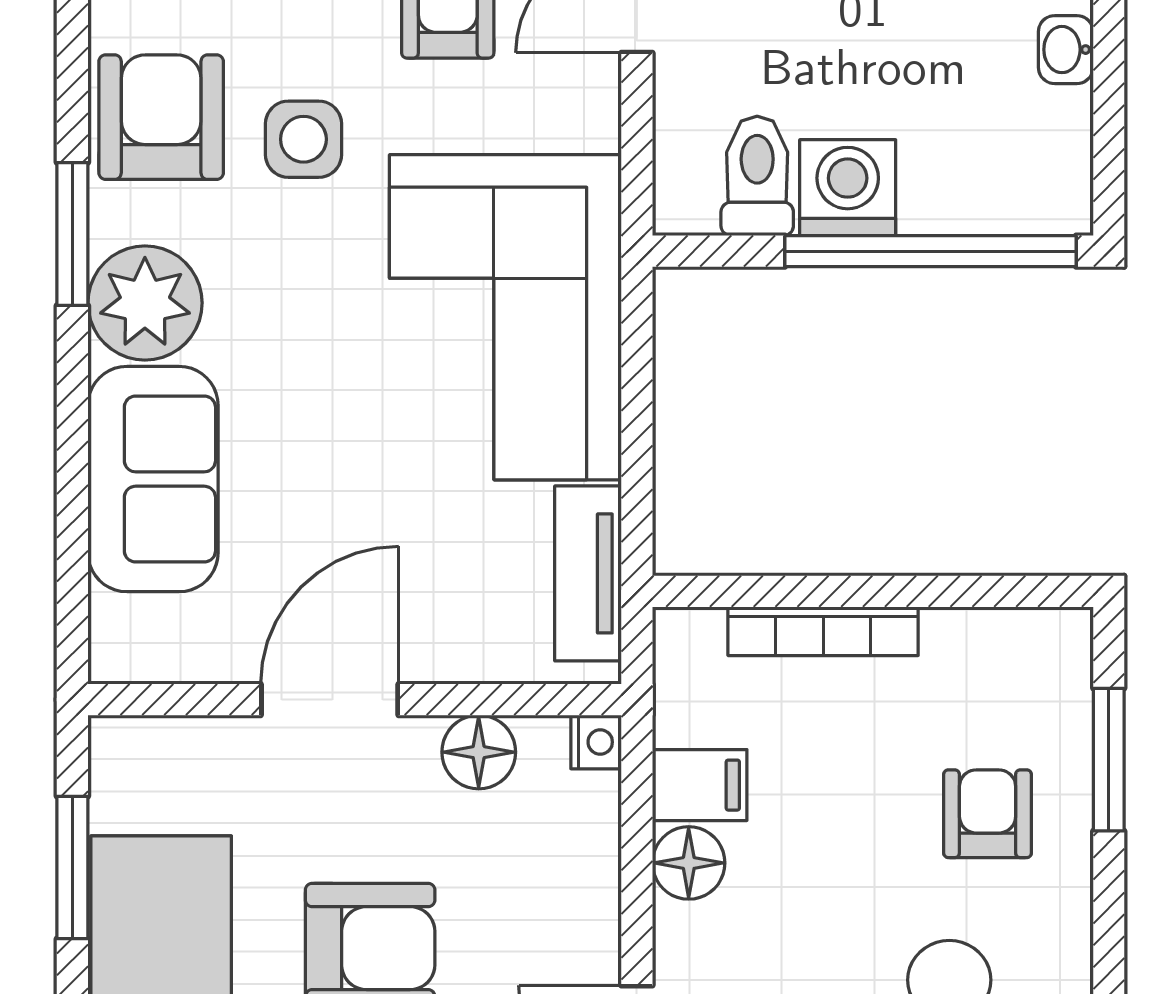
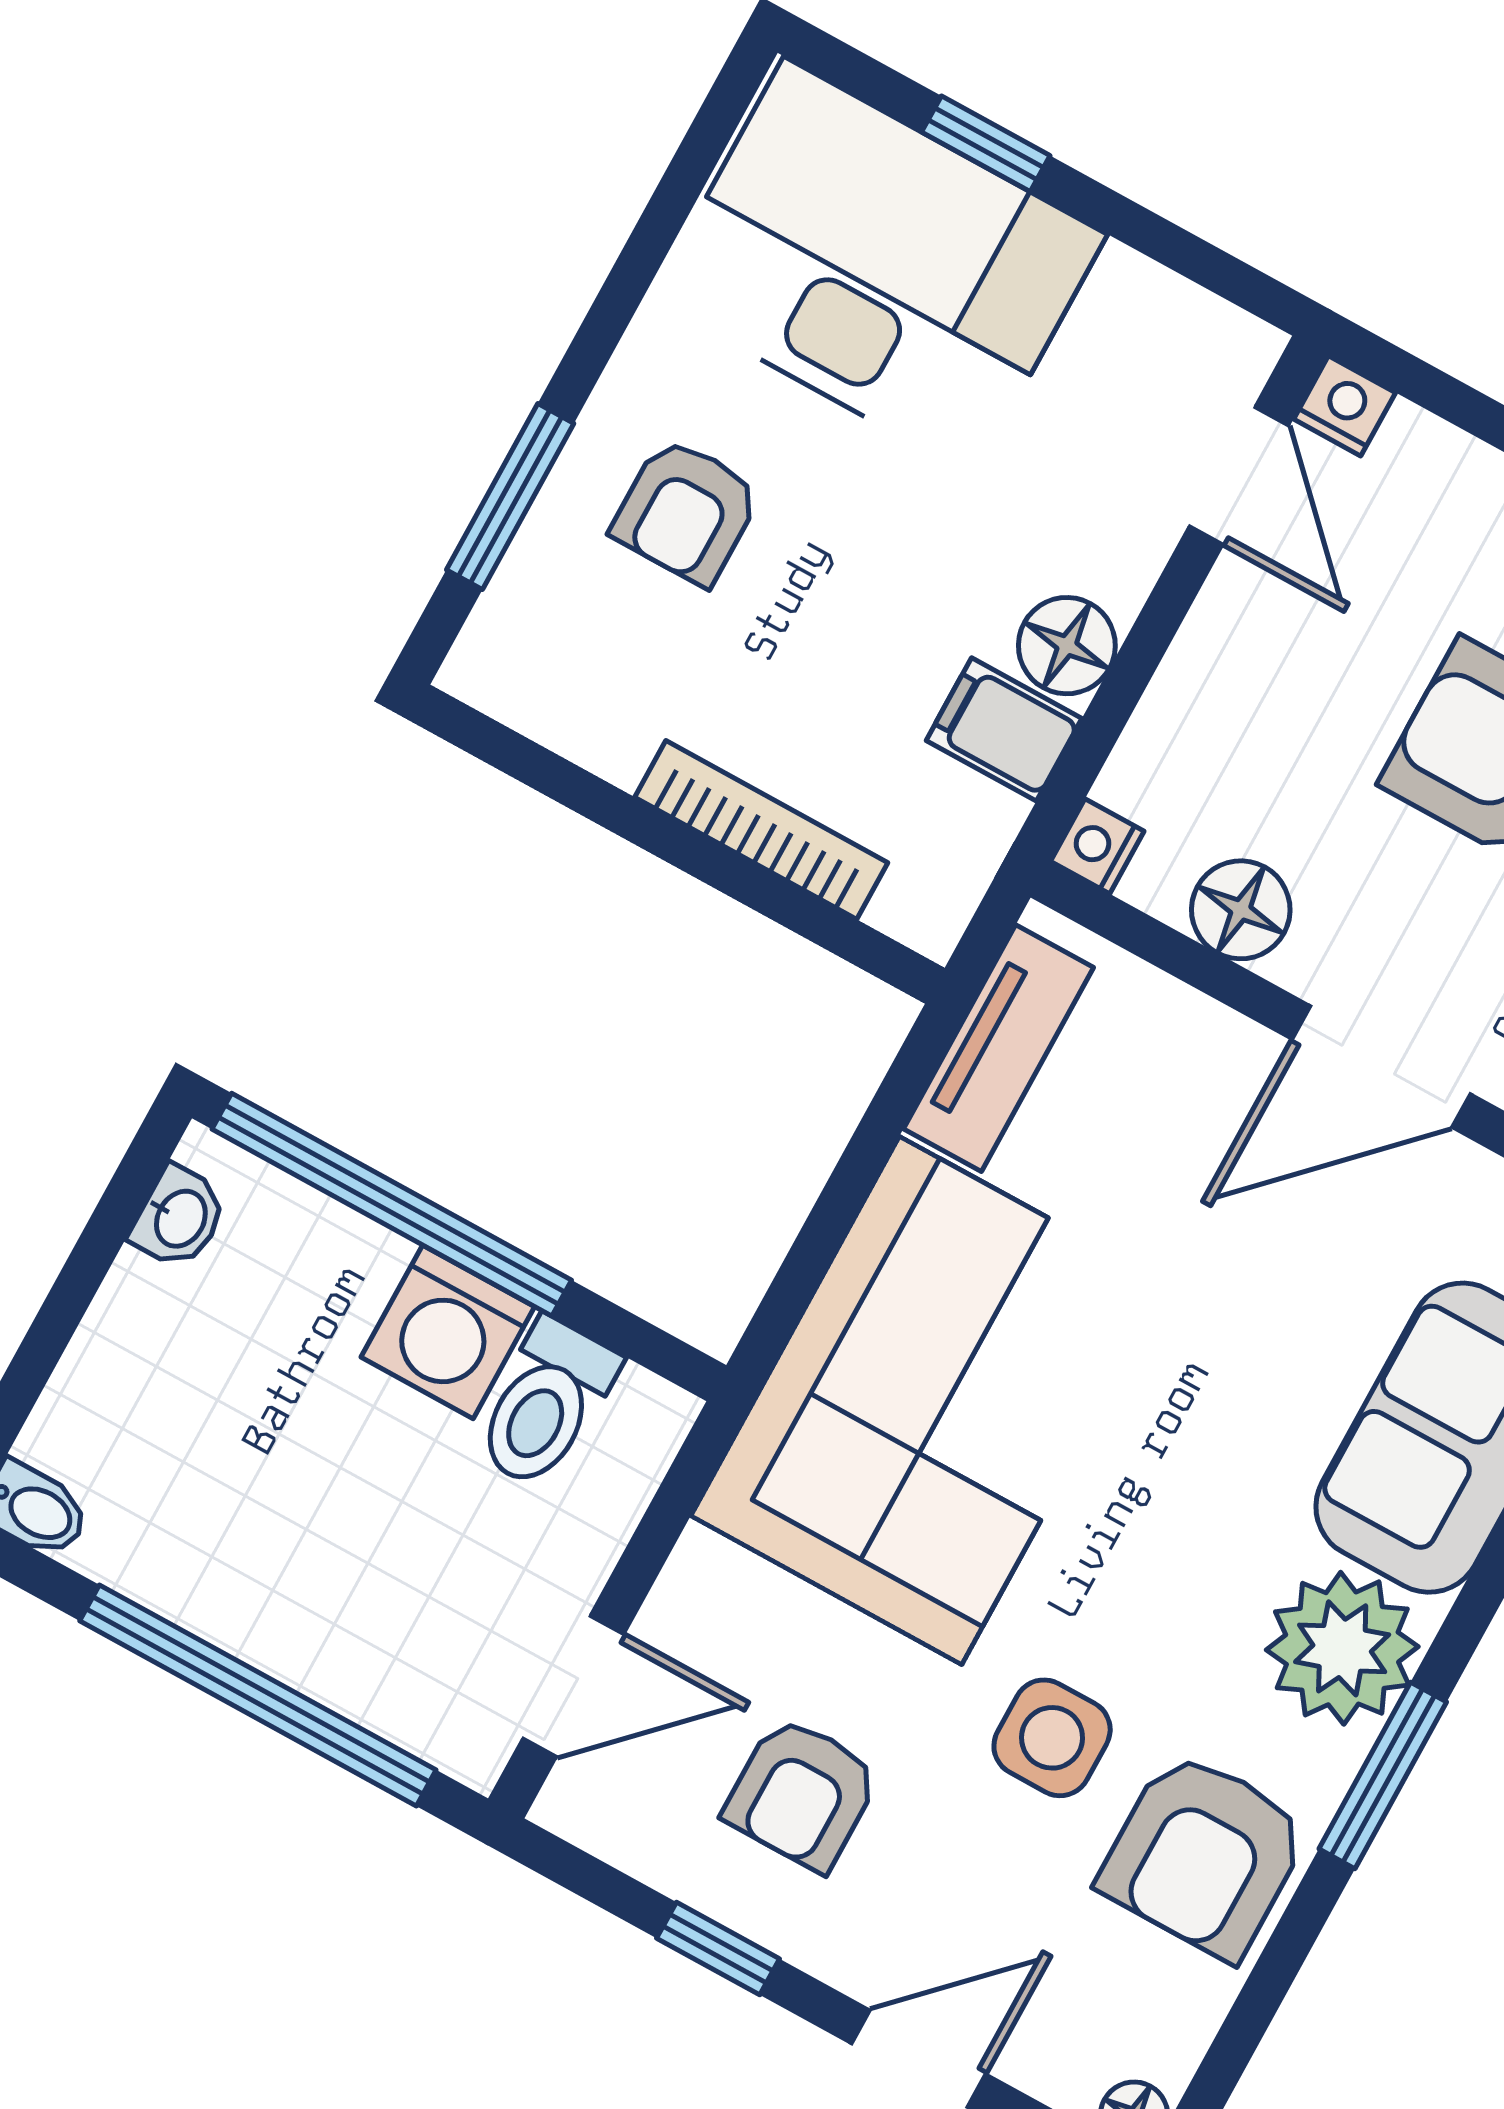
washbasin: (1066, 50) -> (179, 1218), moved

